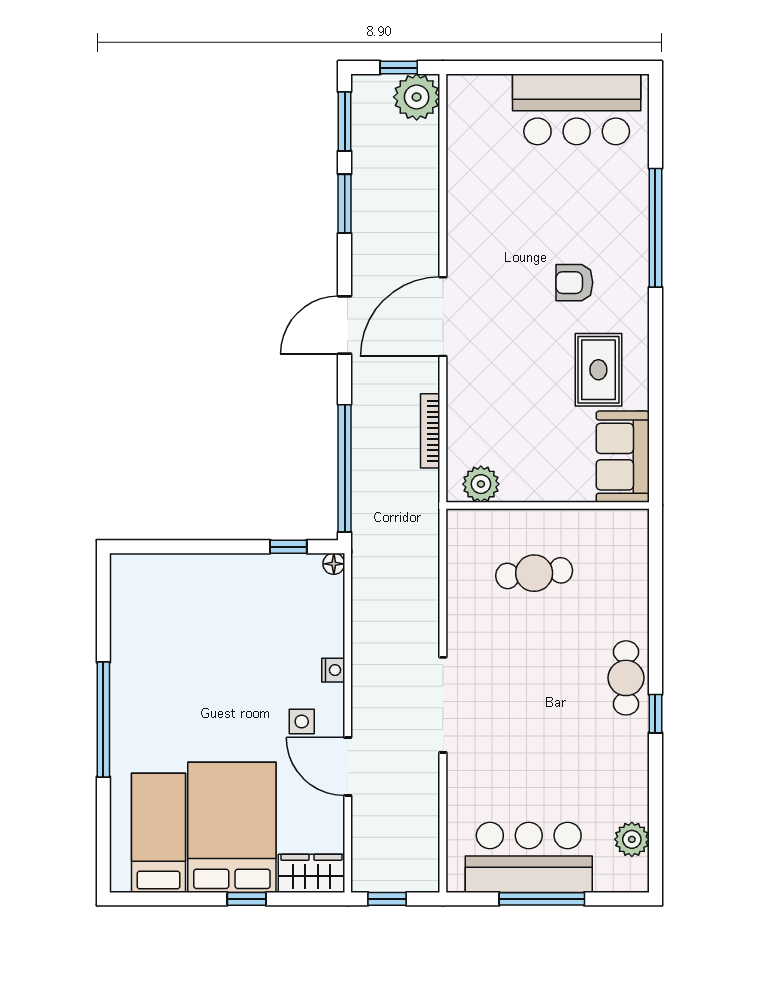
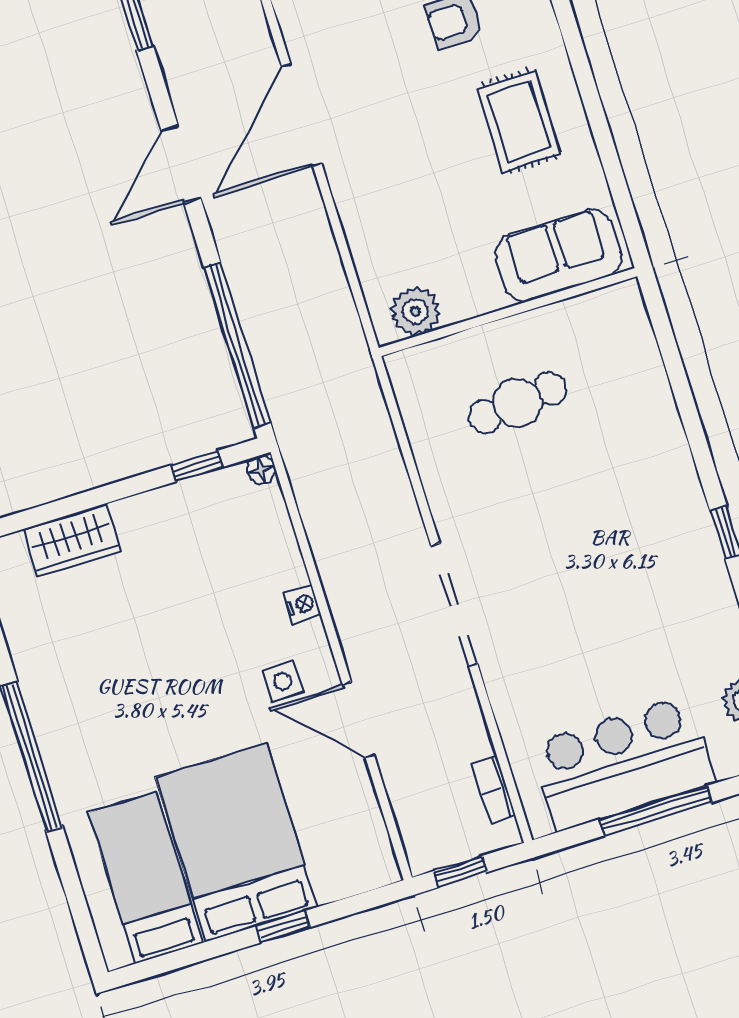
bookcase: (430, 431) -> (494, 789), moved, width x0.64
sofa: (623, 457) -> (558, 256), moved, turned 90
cafe table: (626, 678) -> (675, 499), removed
wardrobe: (311, 873) -> (72, 540), moved, turned 180

